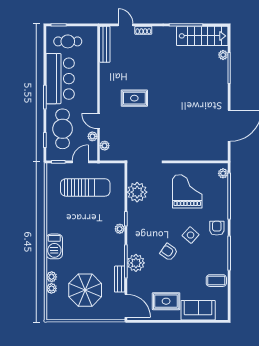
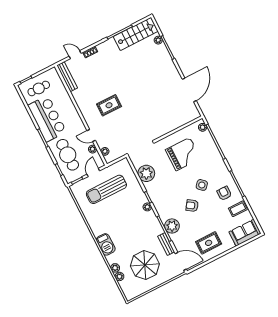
sun lounger: (85, 187) -> (106, 189), turned 180
grand piano: (187, 191) -> (183, 154), turned 90
armchair: (217, 228) -> (224, 193), moved
sofa: (198, 310) -> (245, 233), moved

